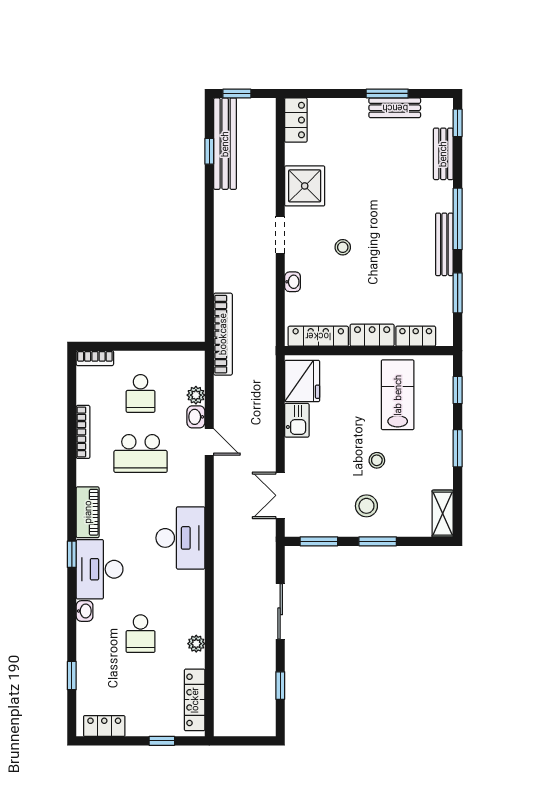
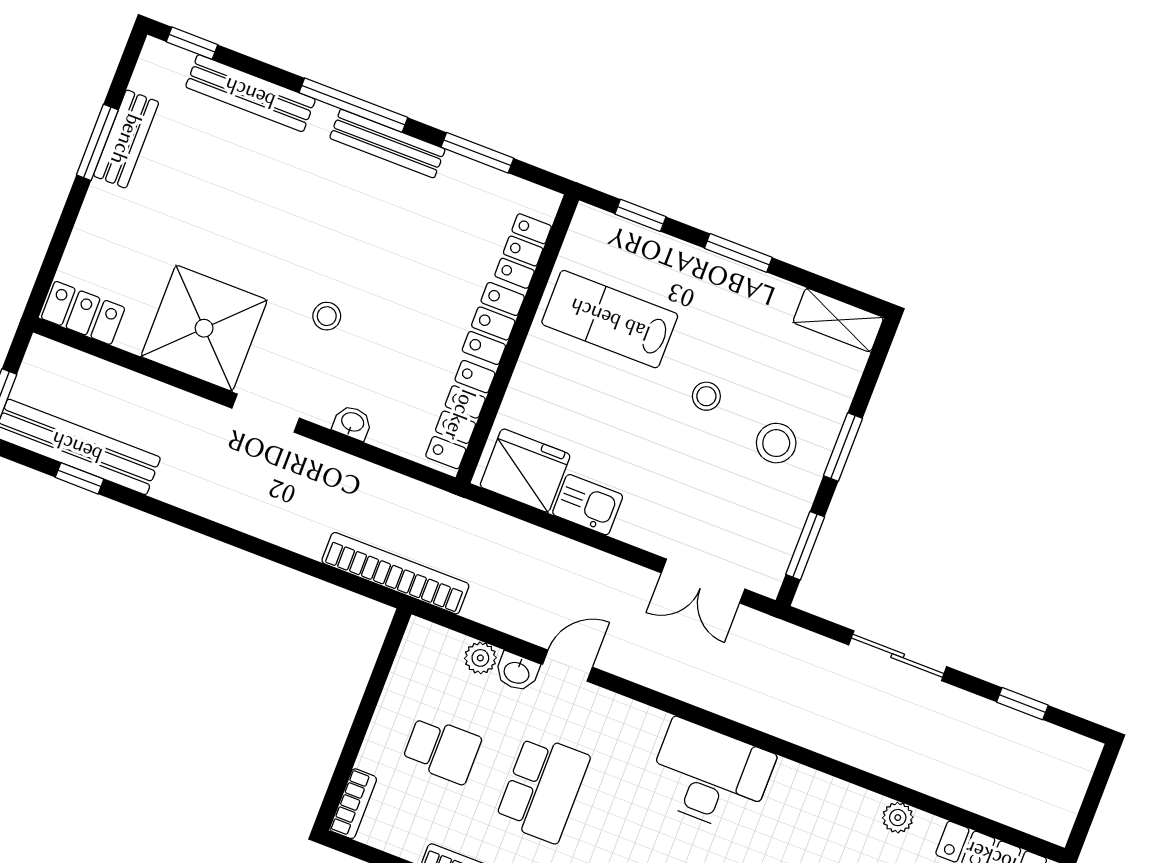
bench: (443, 154) -> (250, 93), width x1.36
shower: (305, 186) -> (204, 328), width x1.37, depth x1.37

